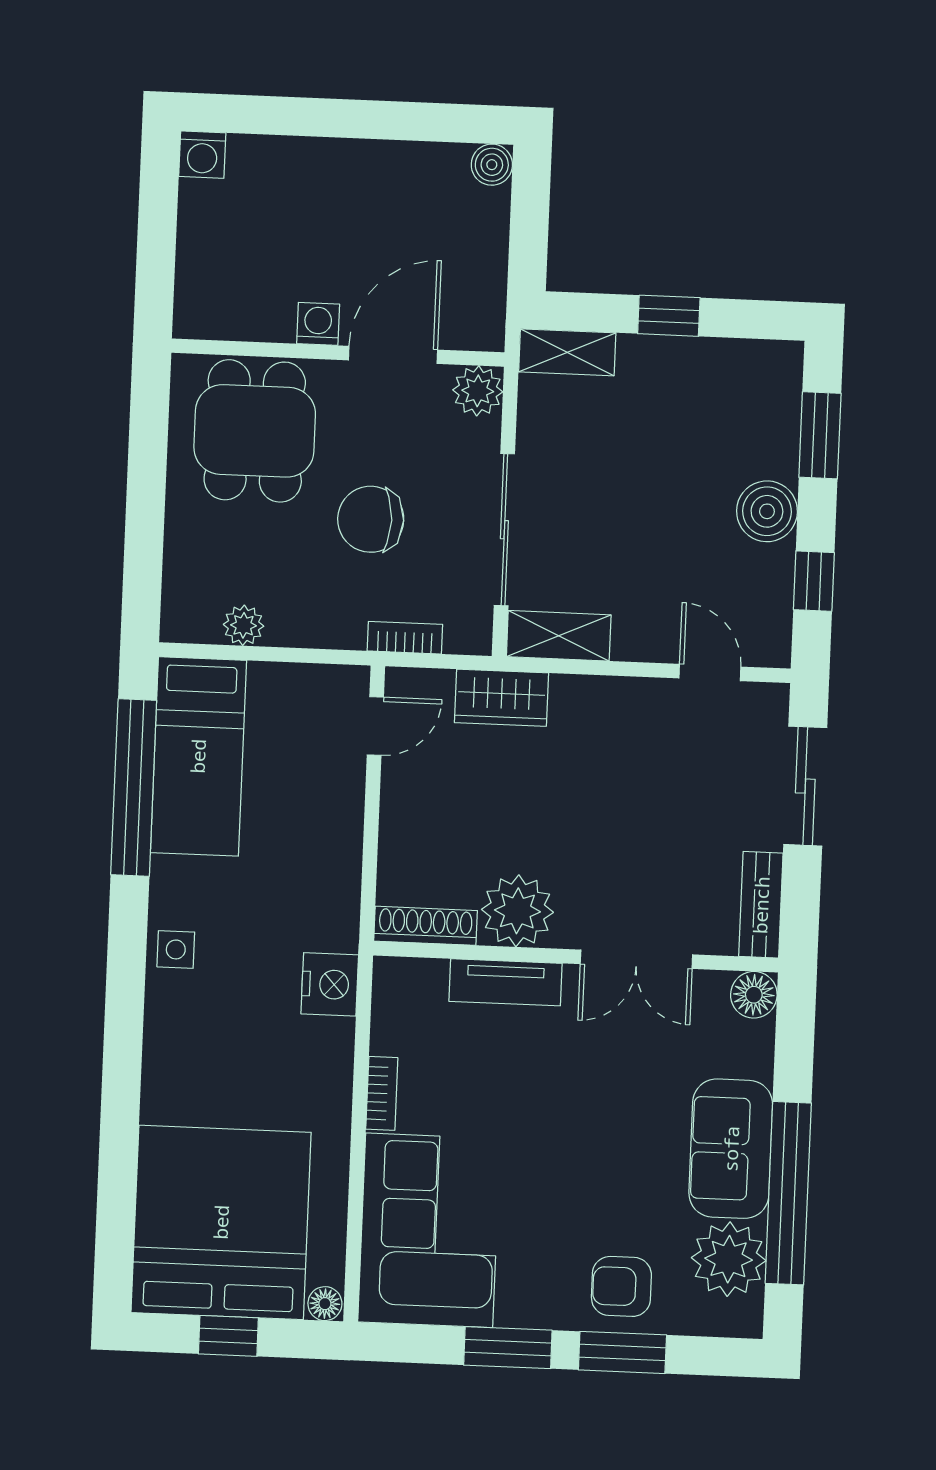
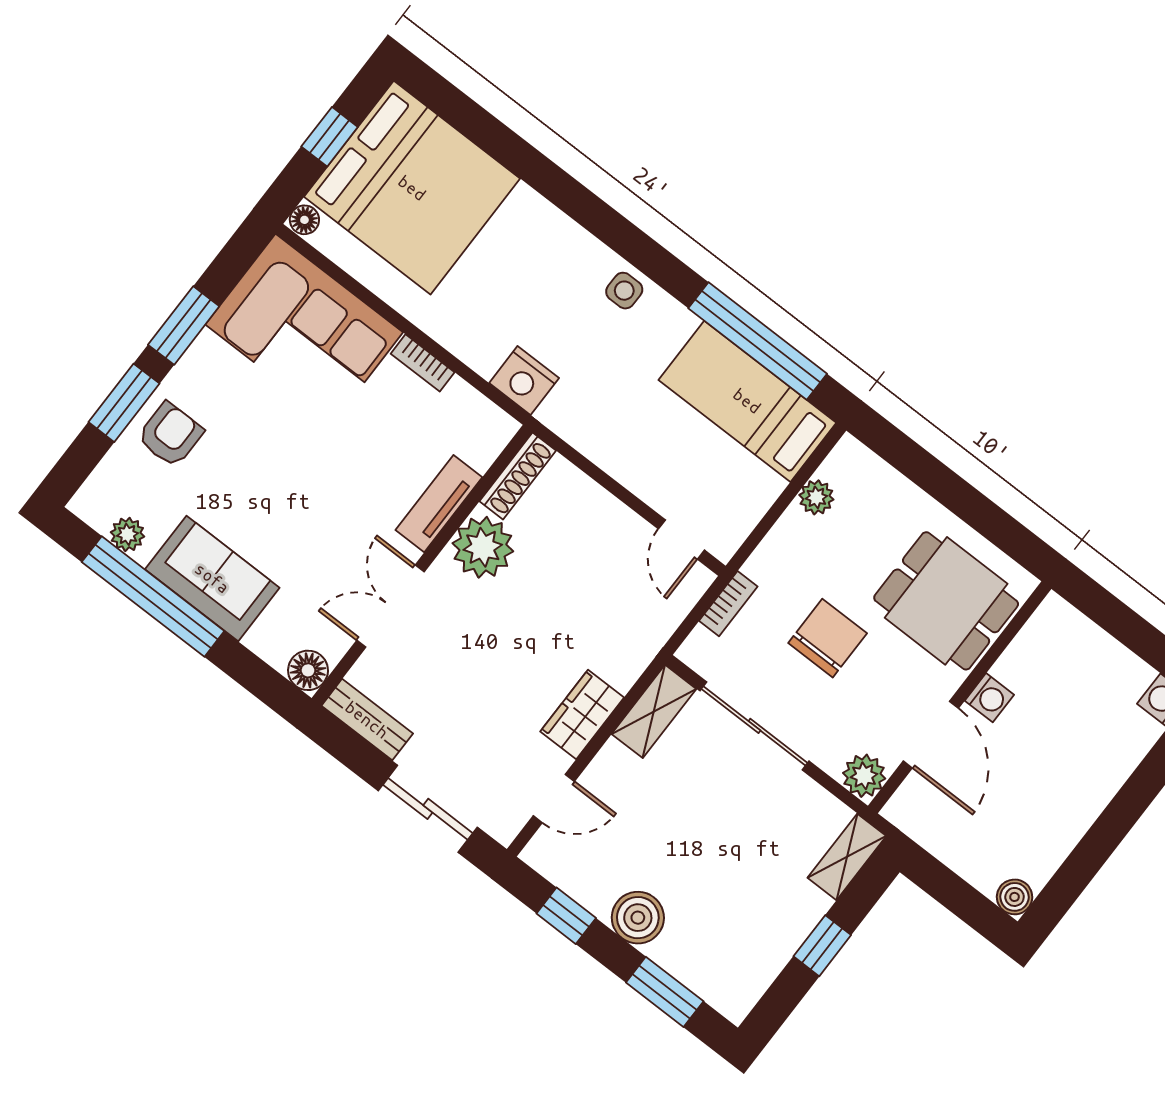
wardrobe: (501, 698) -> (582, 715), moved
plant: (729, 1259) -> (127, 534), width x0.53, depth x0.53

